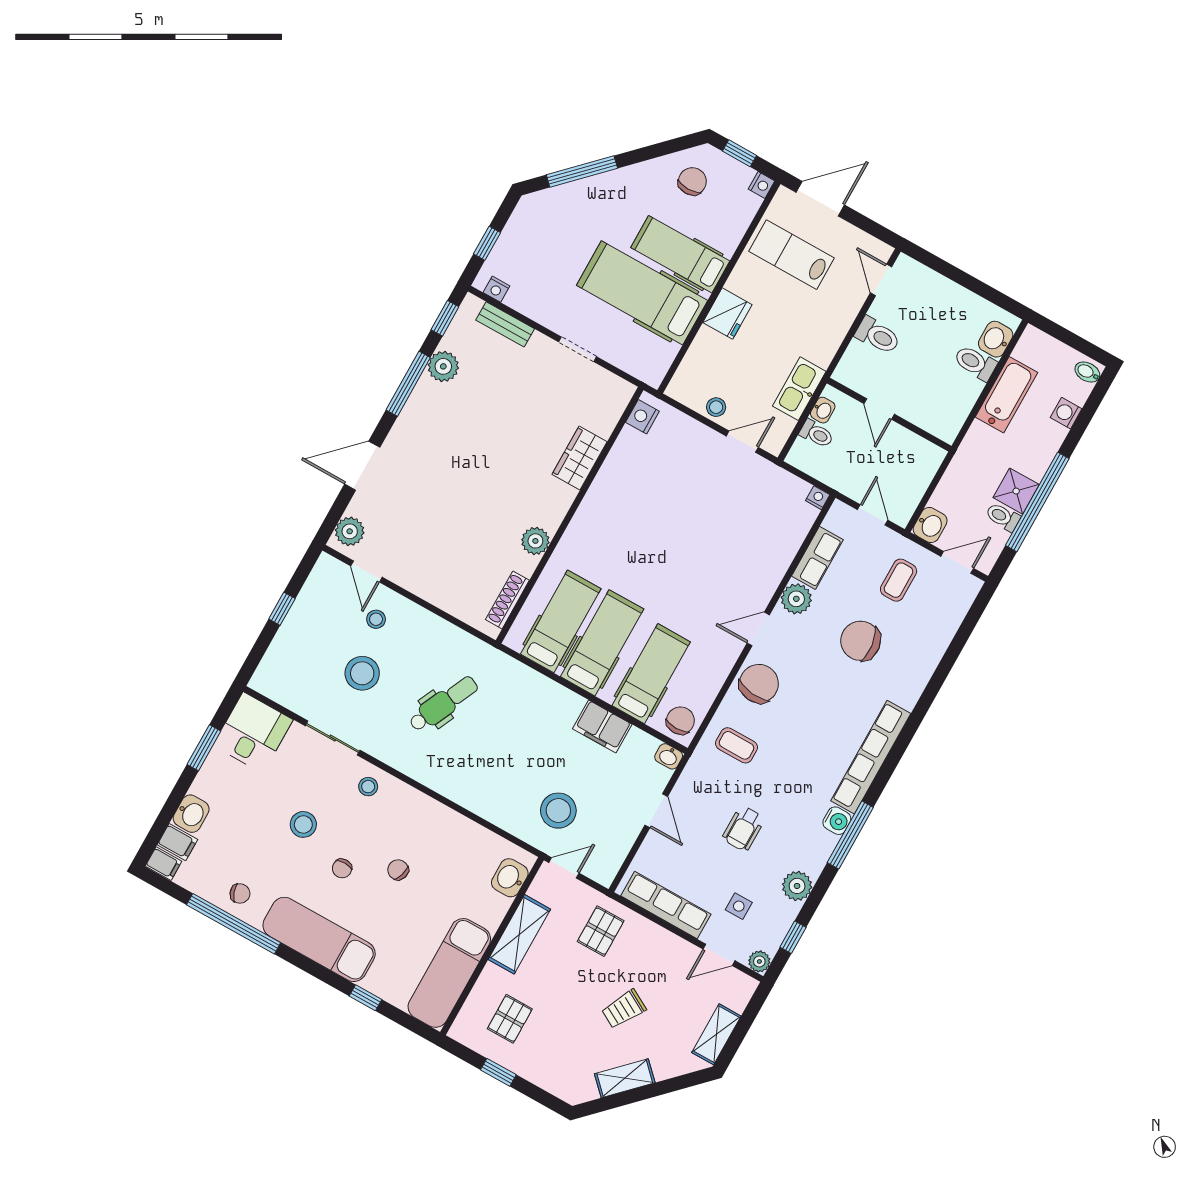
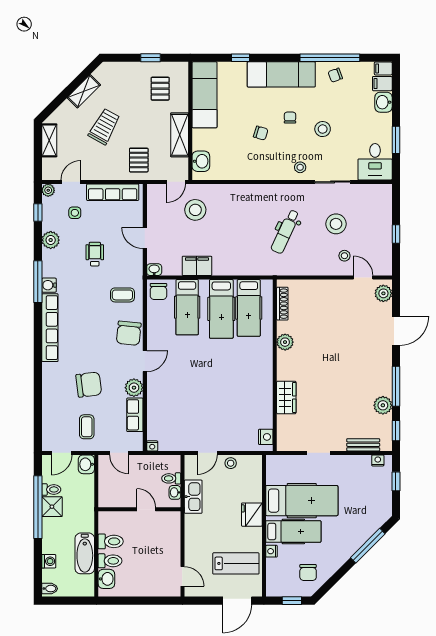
nightstand: (761, 185) -> (271, 551), moved
toilet: (878, 336) -> (111, 541), moved, turned 180
trolley: (624, 1009) -> (104, 127), width x1.36, depth x1.39

